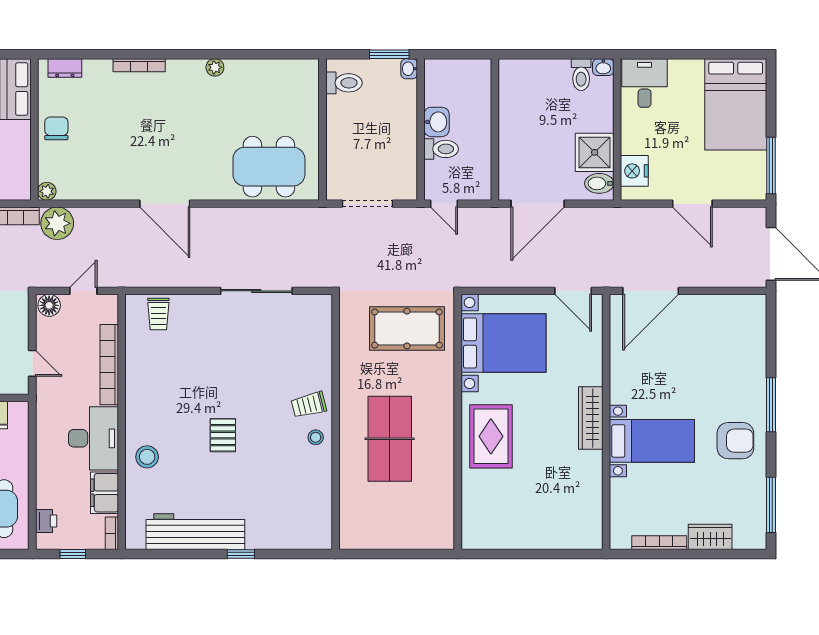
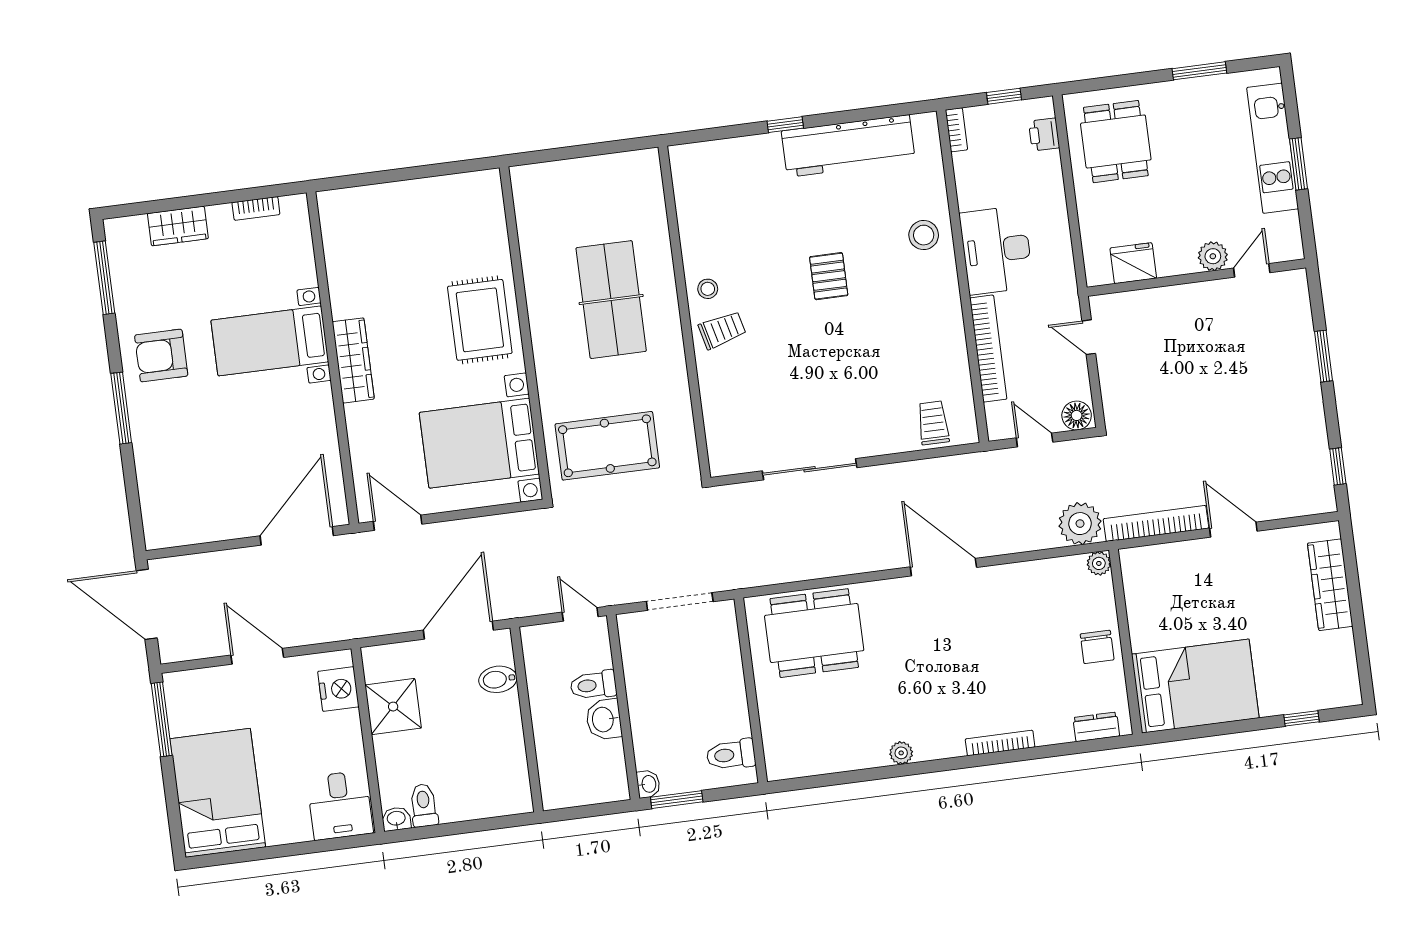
bidet: (599, 183) -> (498, 679), moved, turned 180
door: (83, 291) -> (1035, 440), swing flipped
filing cabinet: (104, 493) -> (973, 181), removed
bookcase: (659, 543) -> (256, 208), width x0.64

